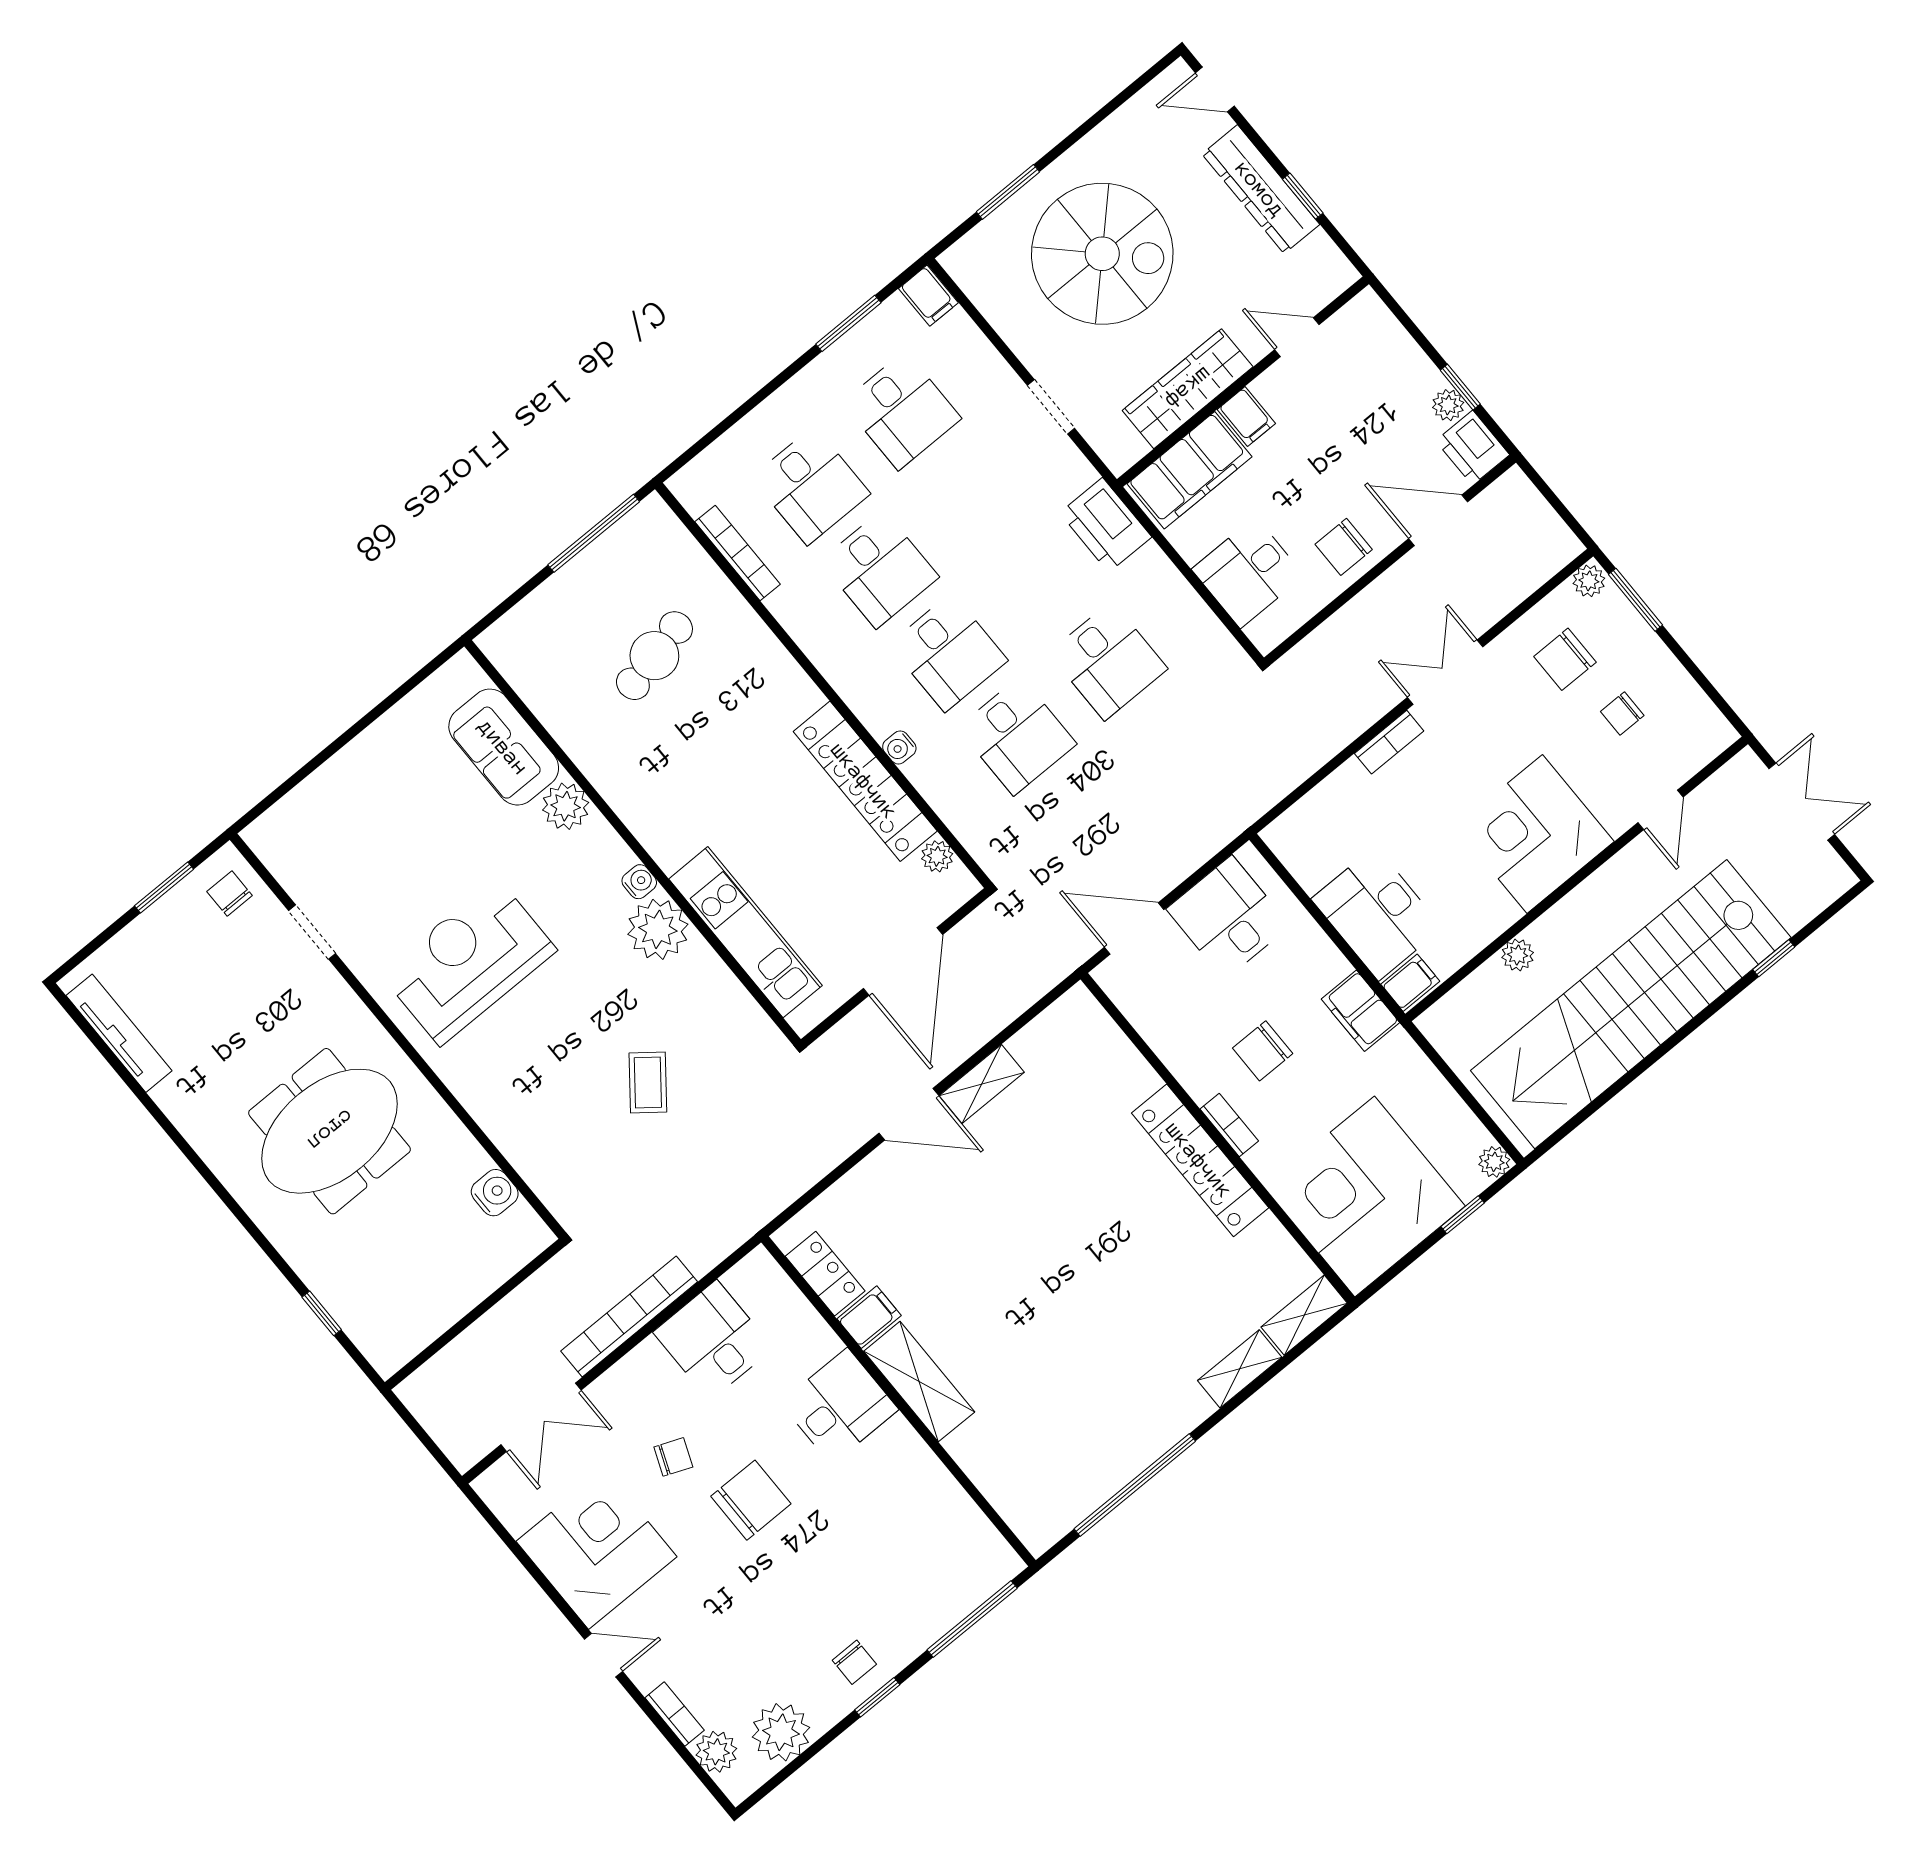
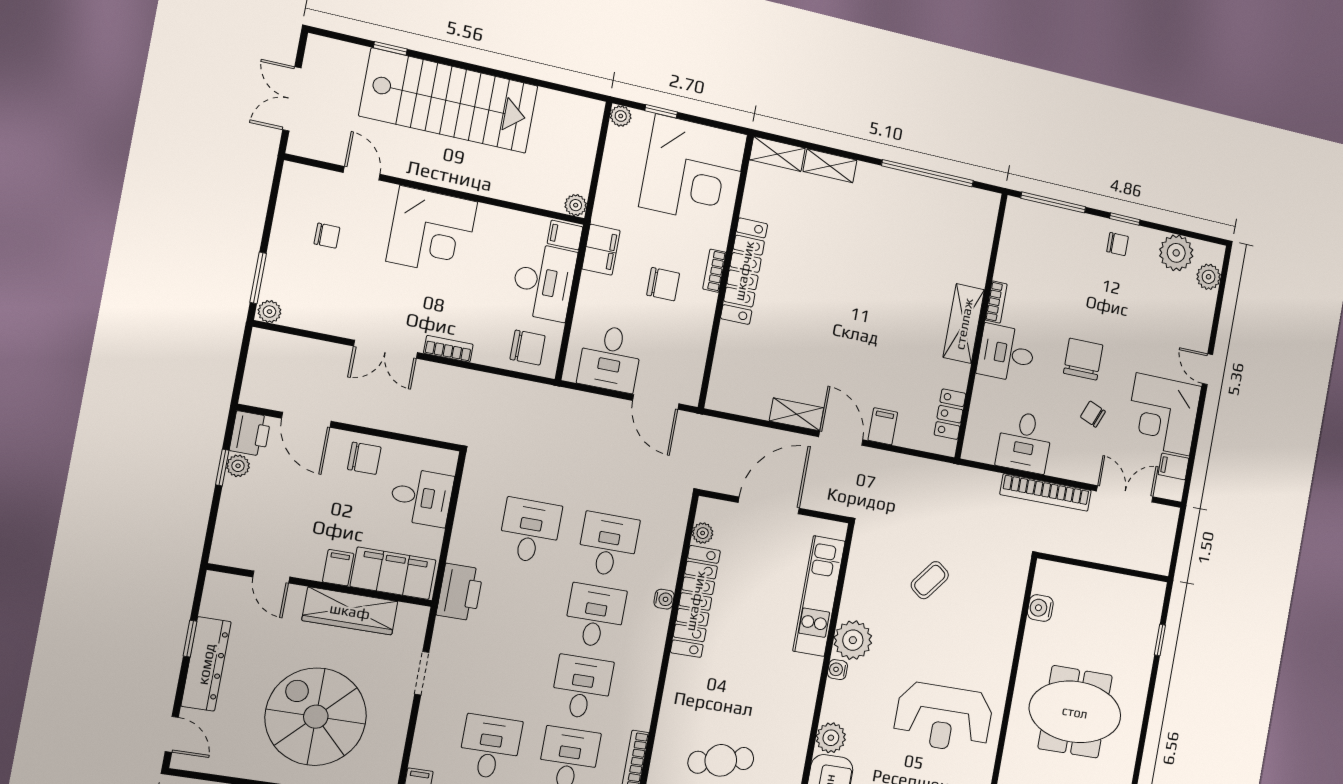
chair: (1565, 659) -> (528, 348), moved
door: (1661, 810) -> (362, 173), hinge flipped
plant: (1518, 955) -> (576, 205), moved
stairs: (1631, 1004) -> (449, 101), width x0.73
filing cabinet: (869, 1317) -> (883, 426), moved, turned 90
chair: (751, 1500) -> (1083, 359), turned 90
filing cabinet: (521, 1510) -> (1174, 466), added
chair: (854, 1662) -> (1118, 244), turned 90
bookcase: (675, 1714) -> (996, 302), moved, turned 180

